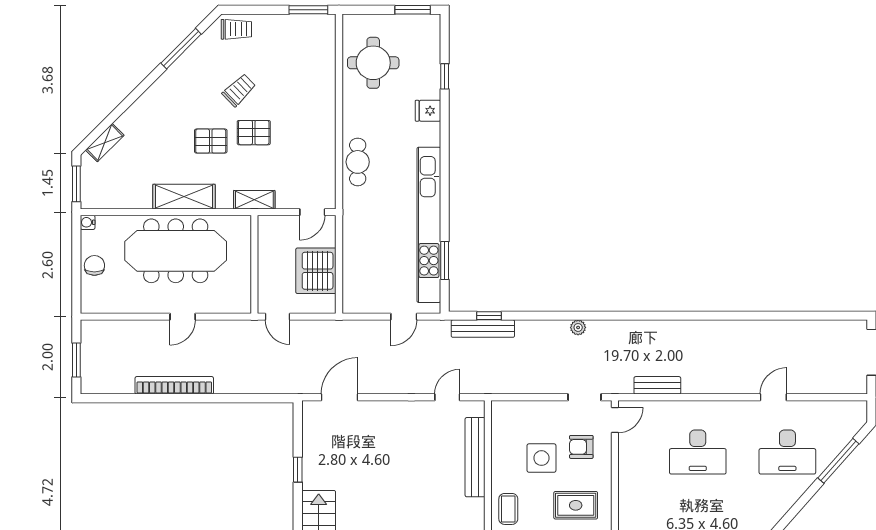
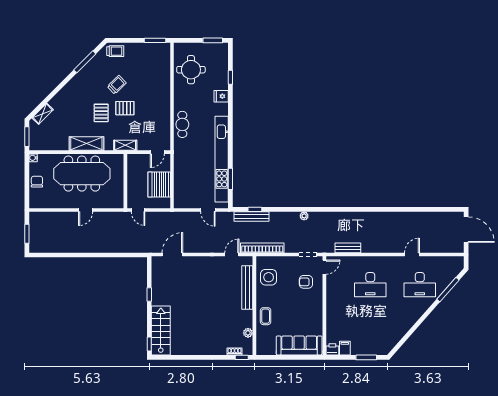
pallet: (211, 141) -> (101, 113), turned 90
door: (404, 317) -> (208, 210), hinge flipped
bookcase: (174, 385) -> (262, 248), moved
side table: (541, 458) -> (269, 277), moved
rug: (576, 505) -> (303, 314), removed

